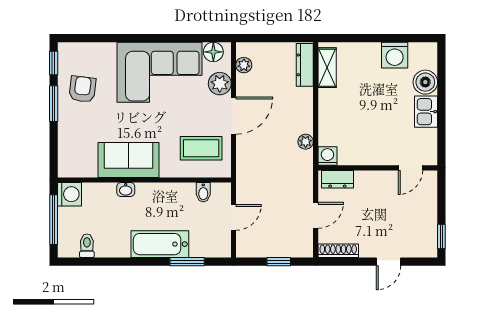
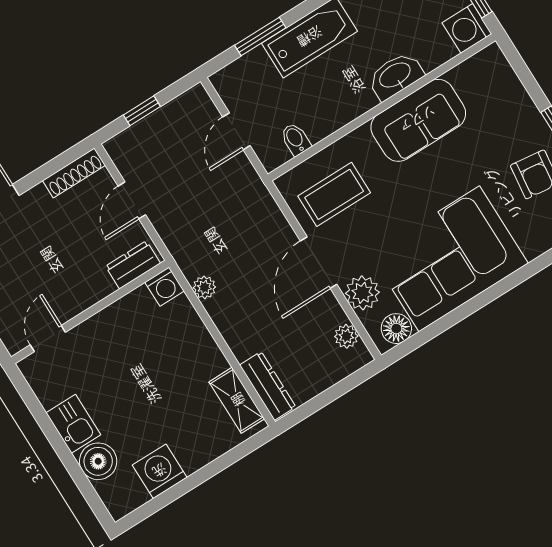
washbasin: (126, 190) -> (395, 76), width x1.91, depth x1.45

